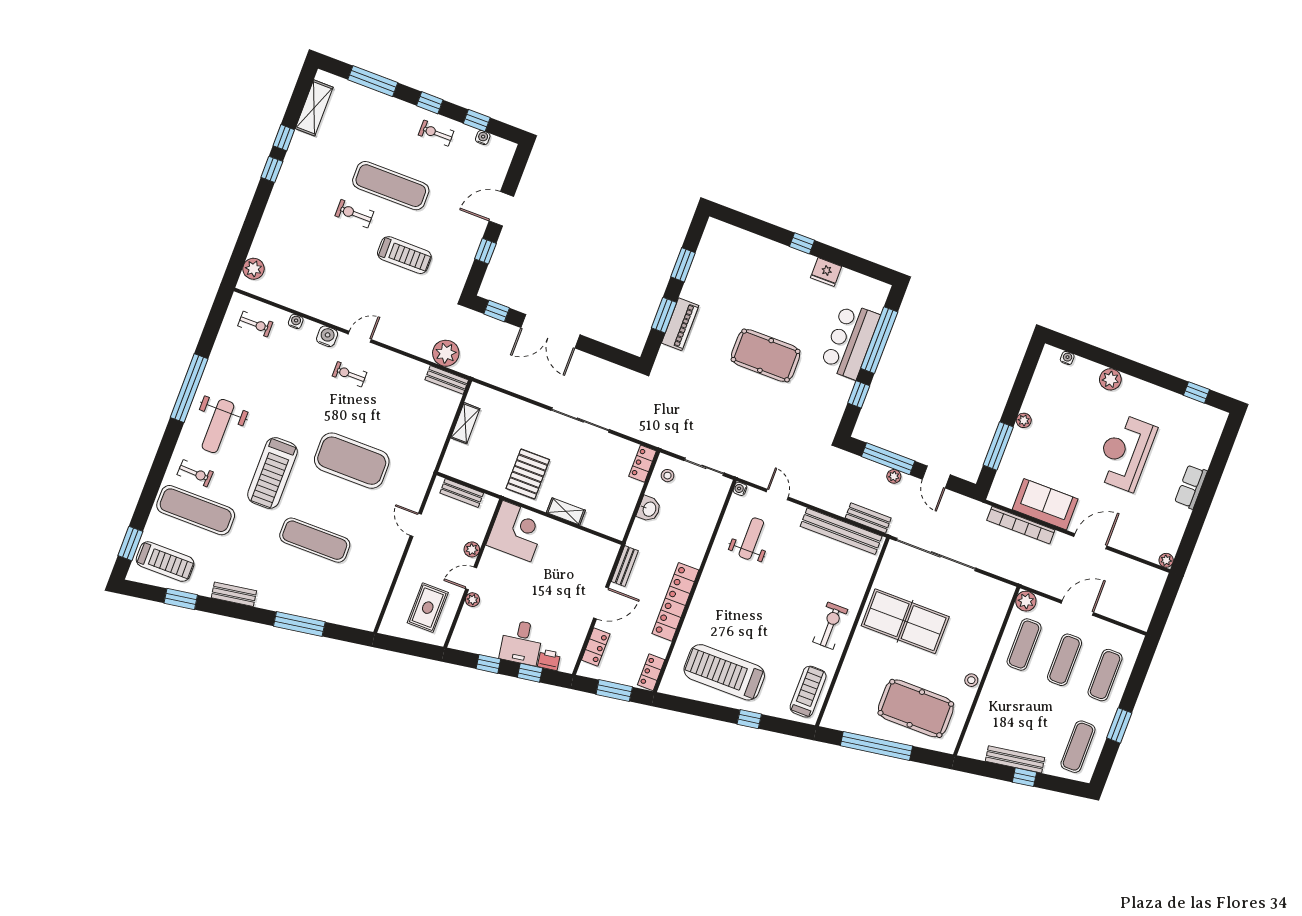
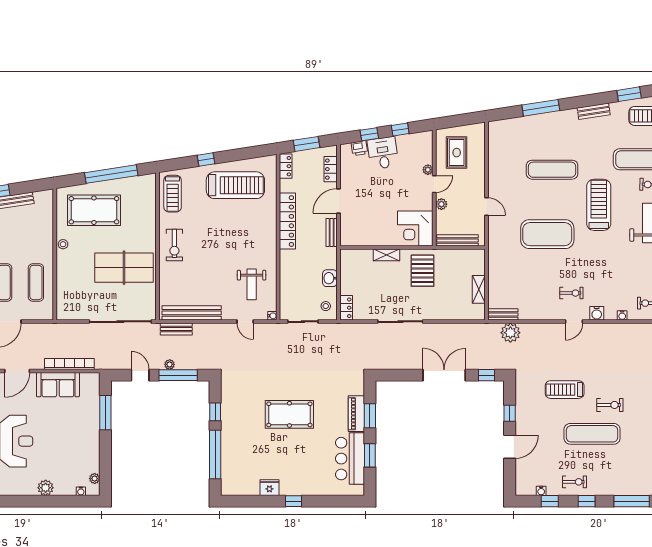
bar counter: (850, 341) -> (350, 459), moved, turned 180
plant: (1024, 420) -> (95, 479), moved
bench: (462, 493) -> (458, 240), width x1.36
plant: (1026, 601) -> (46, 313), removed

